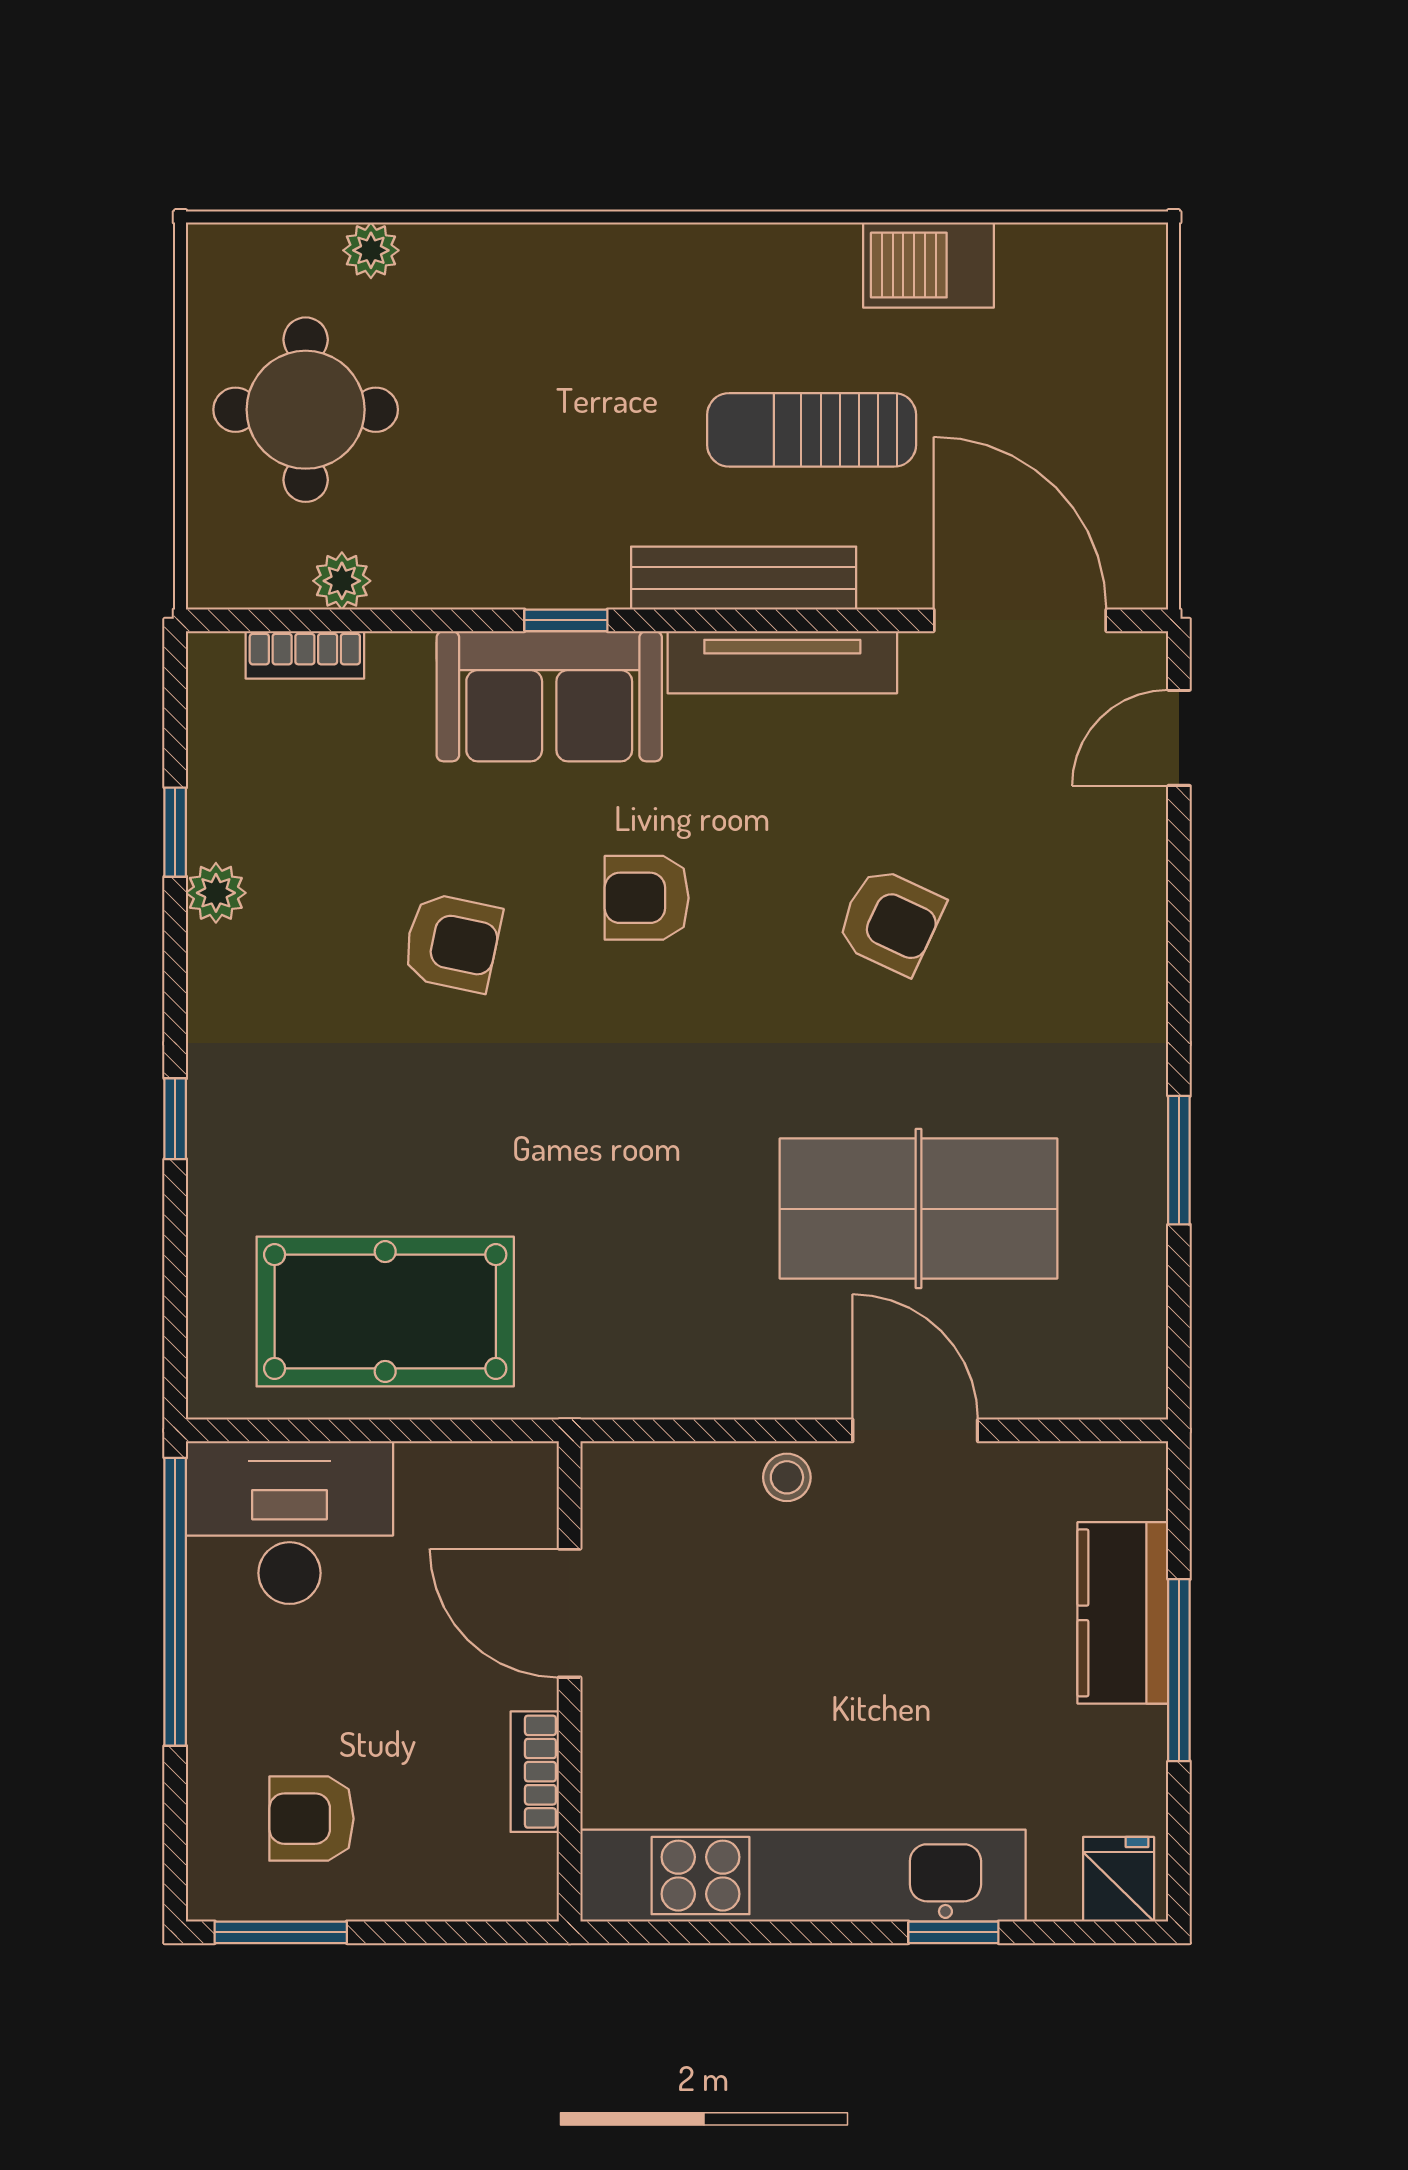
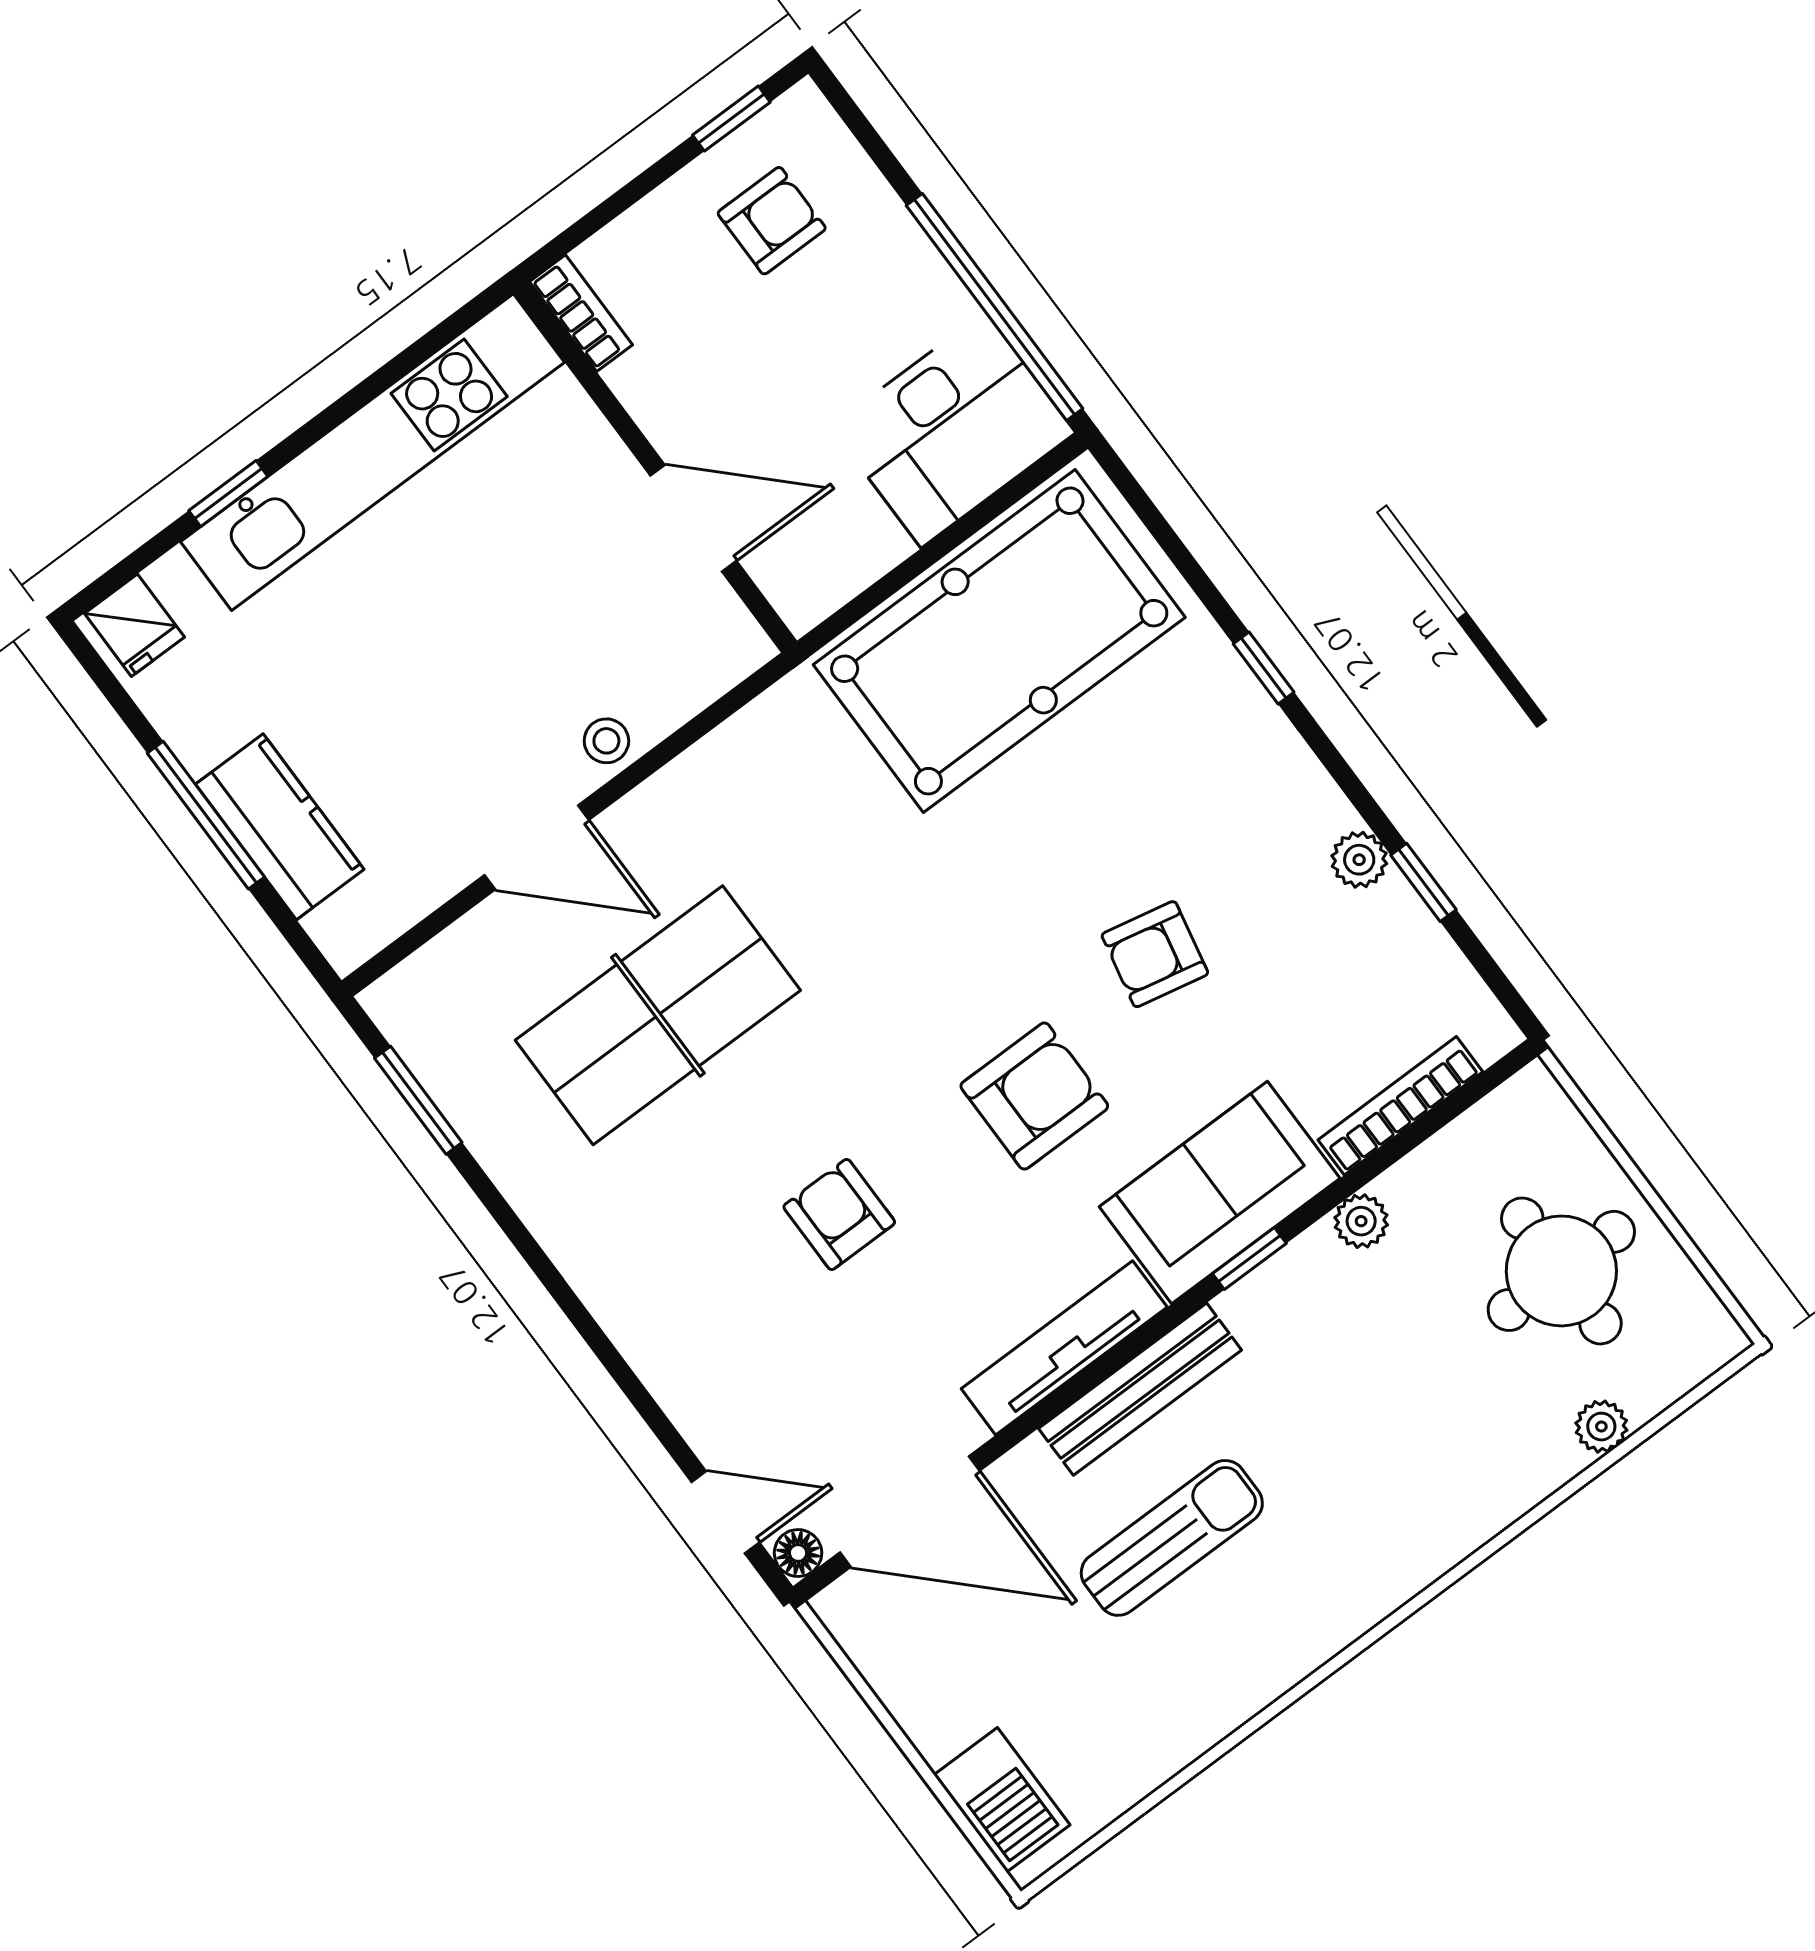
barbecue: (928, 265) -> (1002, 1800), moved, turned 90
plant: (342, 581) -> (1361, 1221), moved
bookcase: (305, 655) -> (1400, 1106), width x1.56
floor lamp: (1143, 656) -> (798, 1553), added
door: (1179, 738) -> (725, 1512), hinge flipped
armchair: (647, 898) -> (1034, 1096), width x1.38, depth x1.38
armchair: (890, 921) -> (839, 1214), turned 65
window: (1179, 1160) -> (418, 1100), moved
pool table: (385, 1312) -> (999, 641), width x1.36, depth x1.32
bookcase: (535, 1772) -> (581, 313), moved
window: (281, 1932) -> (731, 119), width x0.67

